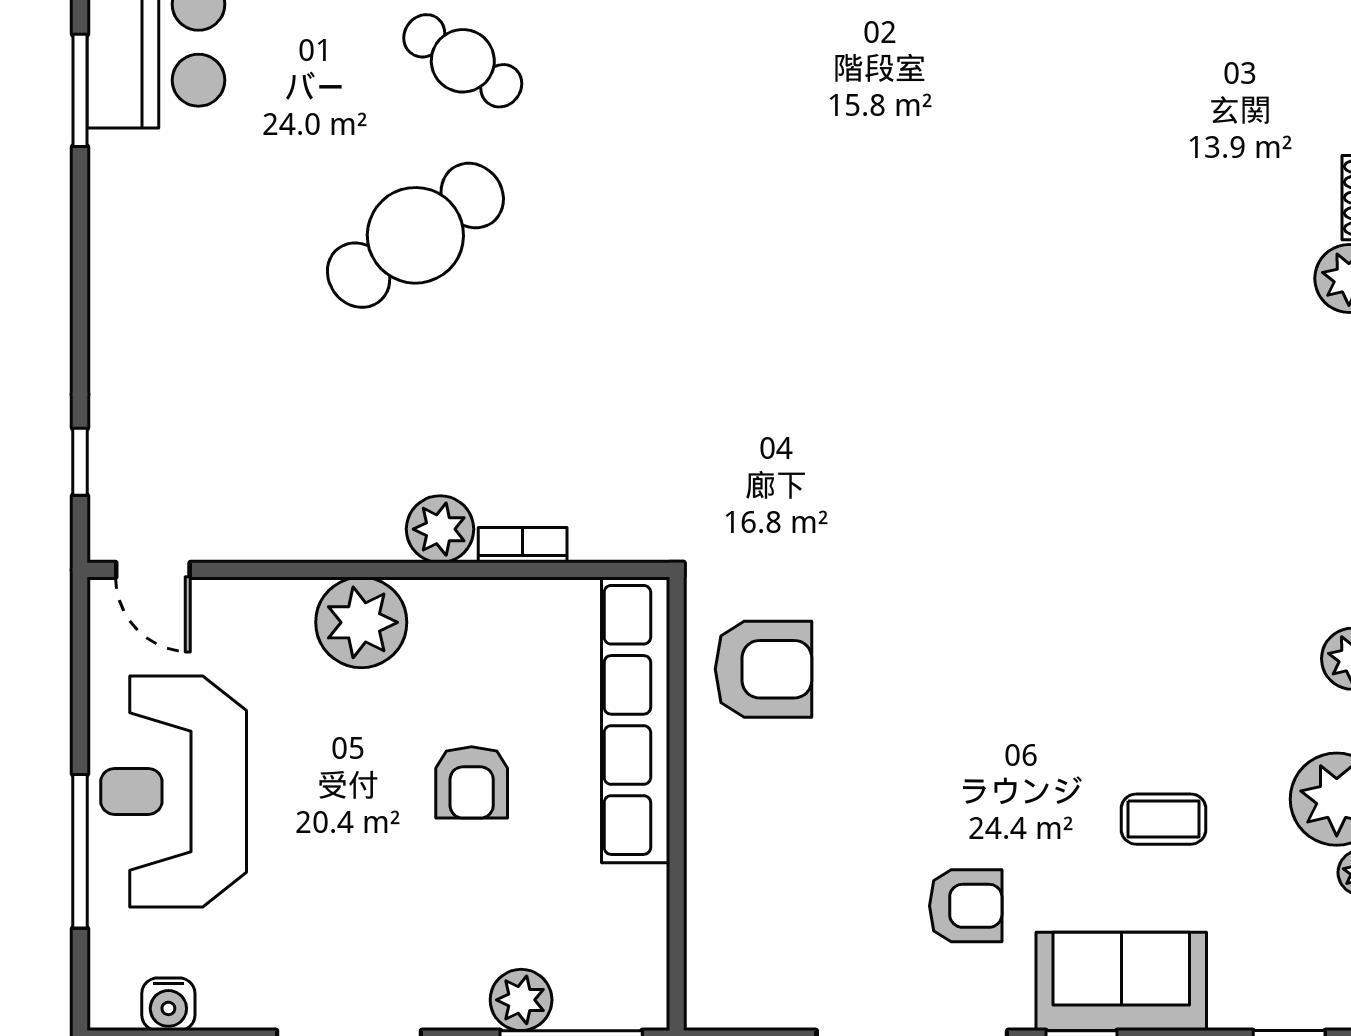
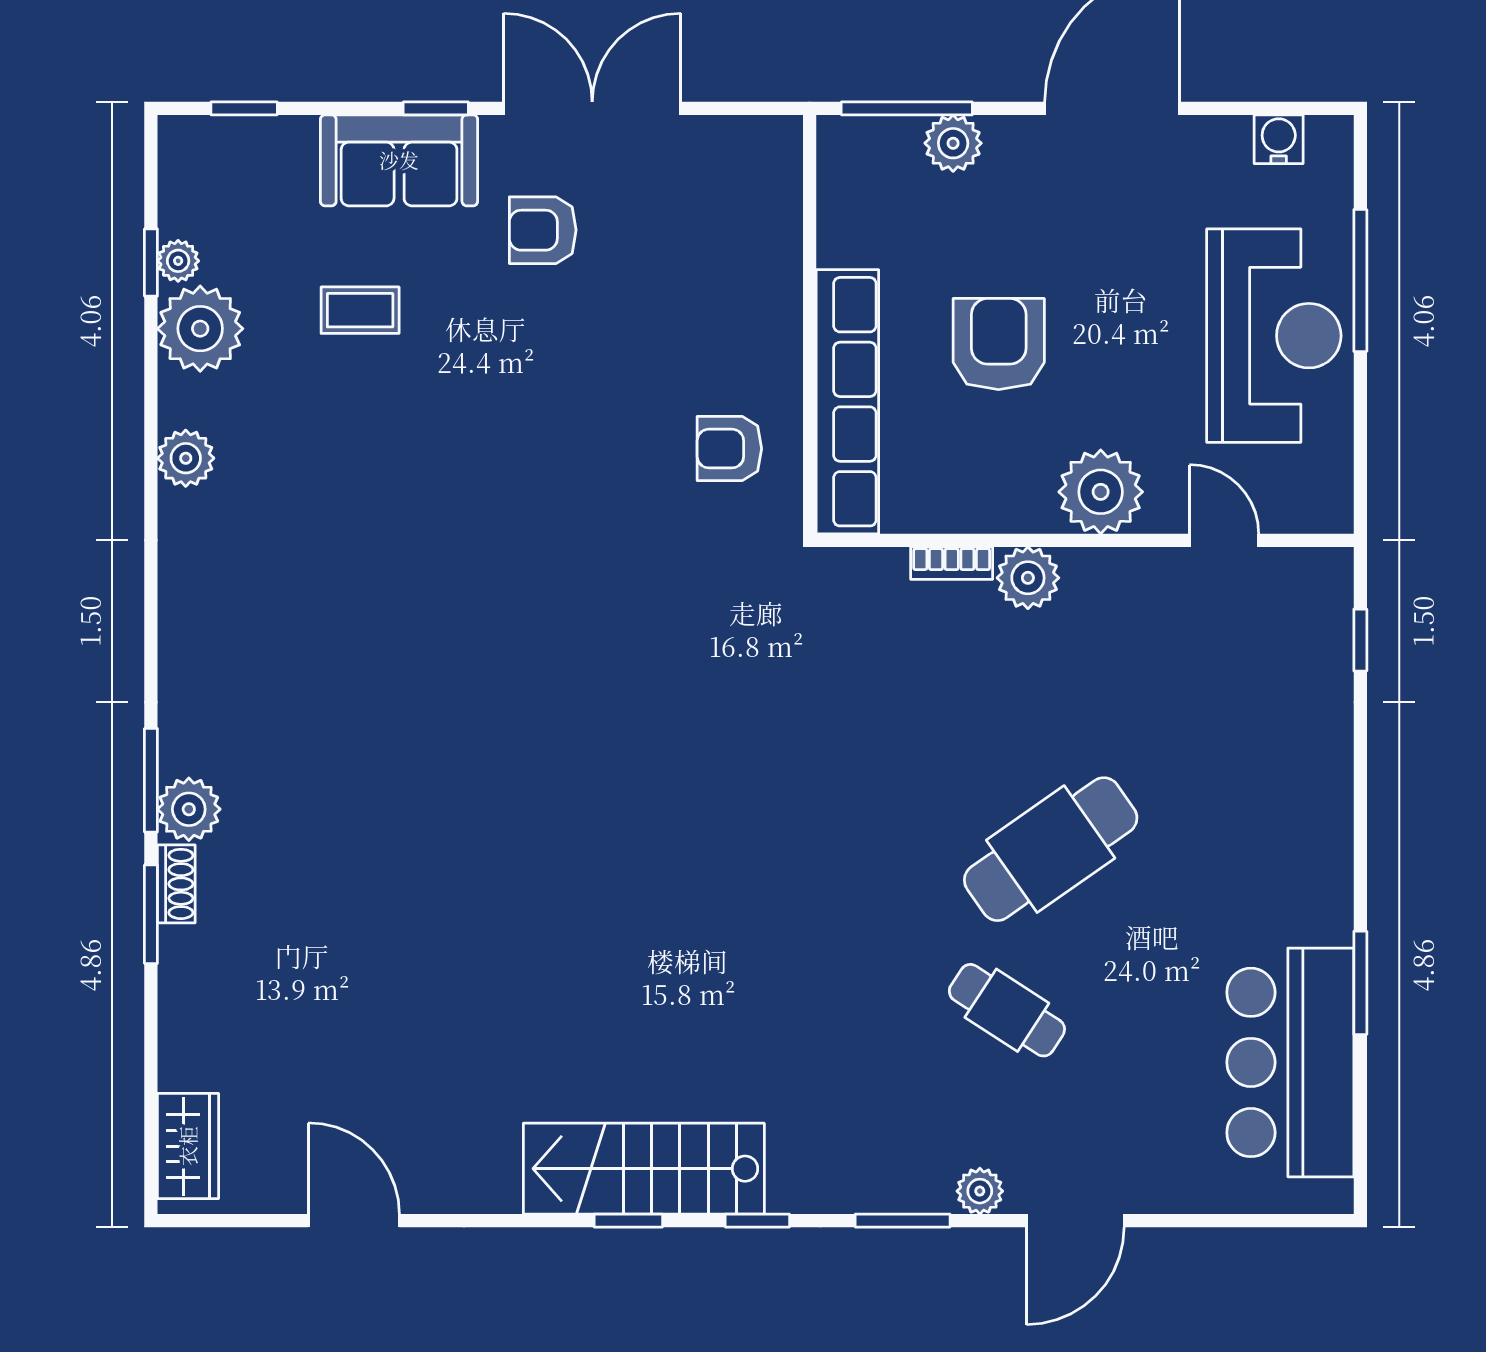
door: (153, 570) -> (1224, 540), moved
armchair: (763, 669) -> (729, 449), width x0.72, depth x0.72
armchair: (472, 782) -> (999, 344), width x1.38, depth x1.38

